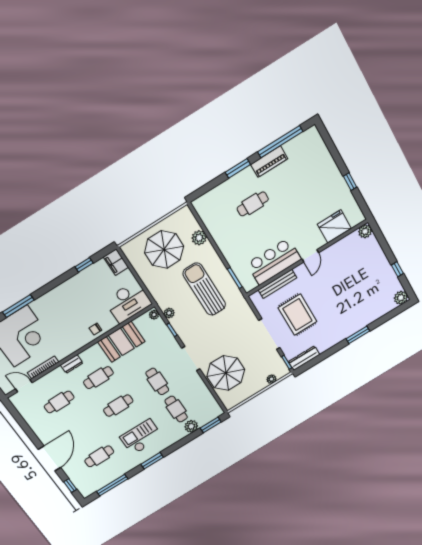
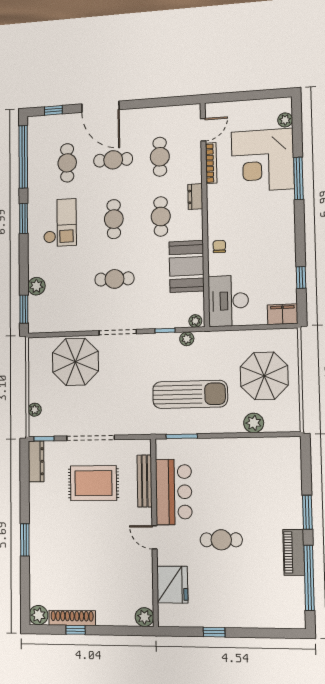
cafe table: (253, 204) -> (221, 540), moved, turned 90
shoe rack: (391, 276) -> (72, 618), added
cafe table: (176, 409) -> (113, 160), moved
window: (112, 485) -> (23, 157), width x1.46

